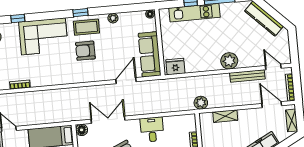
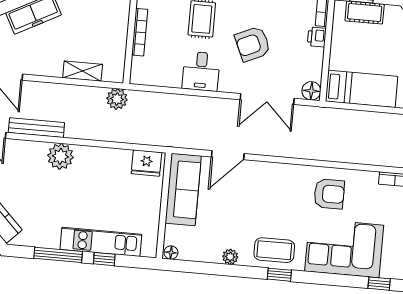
armchair: (85, 51) -> (329, 194), moved

